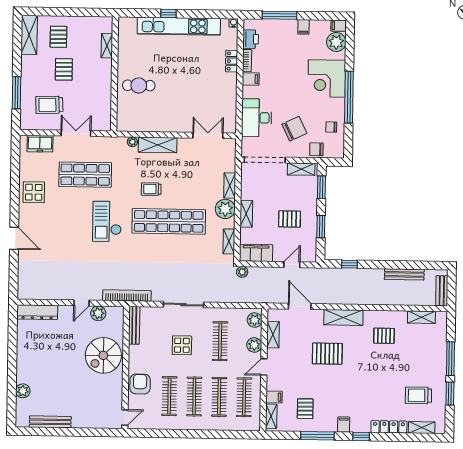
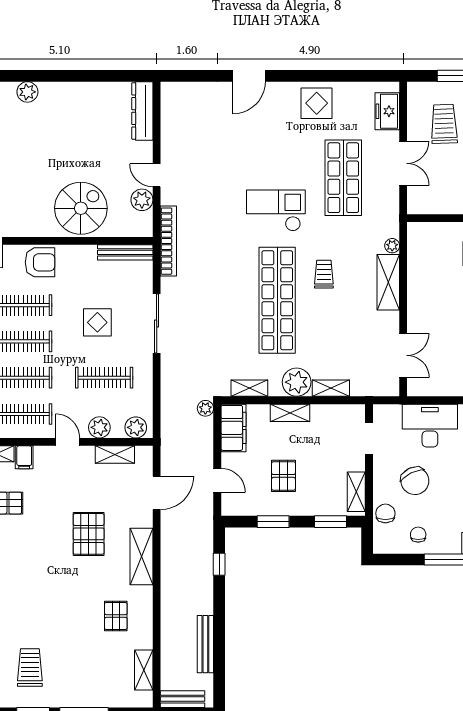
doorway: (265, 160) -> (369, 438), width x0.53
spiral stairs: (103, 355) -> (81, 208), turned 90

